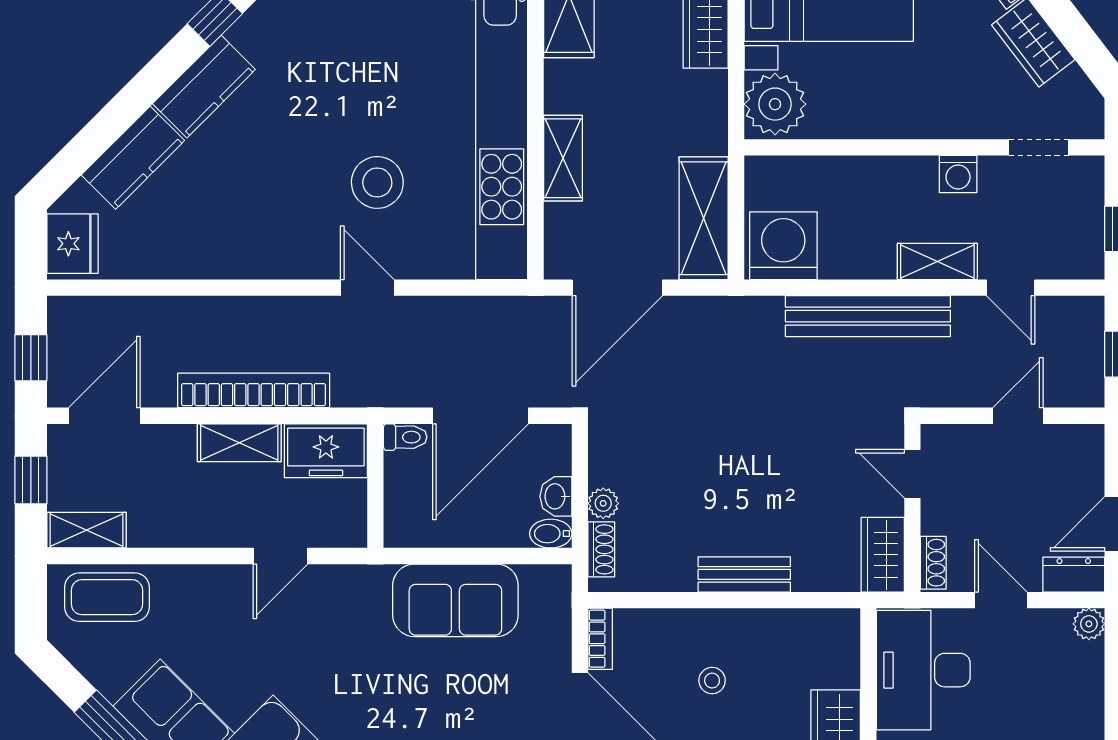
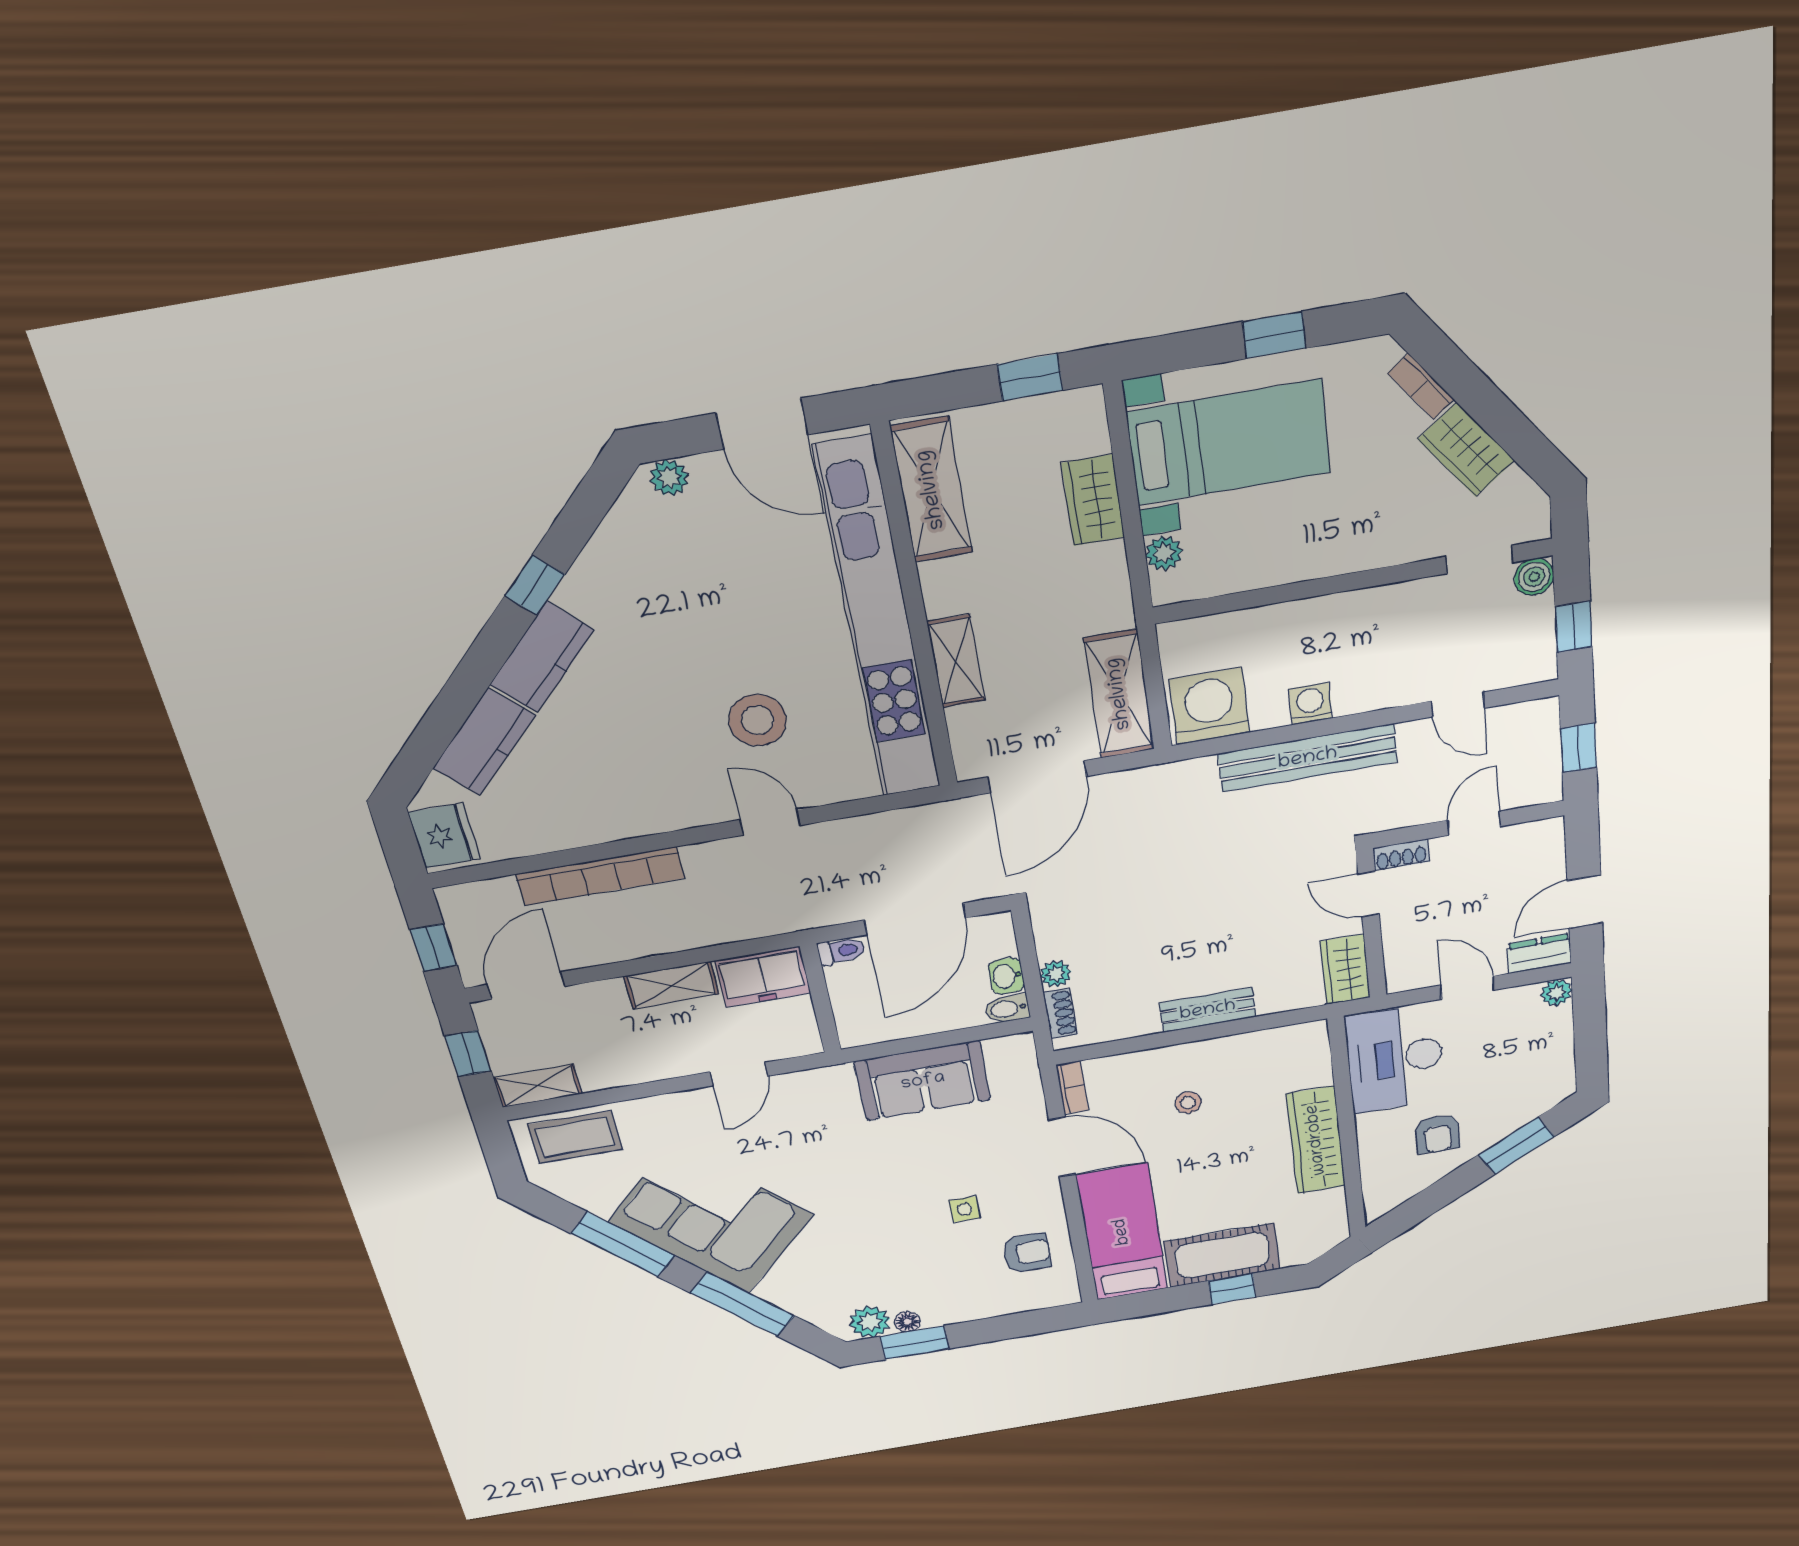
plant: (775, 104) -> (1164, 553), width x0.53, depth x0.53
boiler: (1087, 173) -> (1534, 577), added
washing machine: (958, 174) -> (1310, 704), moved, turned 180
shelving: (937, 262) -> (1377, 693), removed
bookcase: (254, 390) -> (600, 876), moved, turned 180
shoe rack: (933, 563) -> (1401, 855), moved, turned 90

